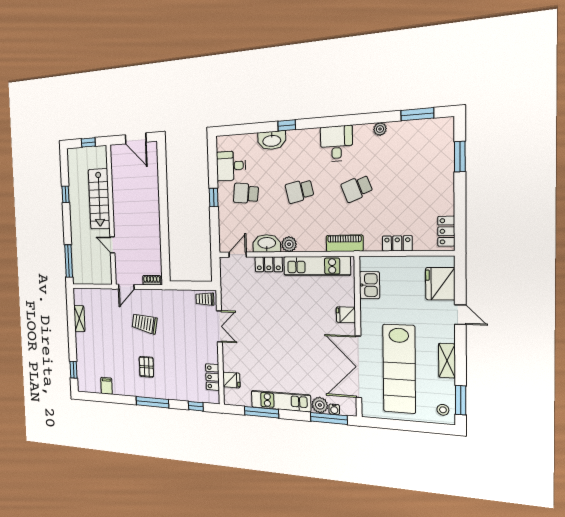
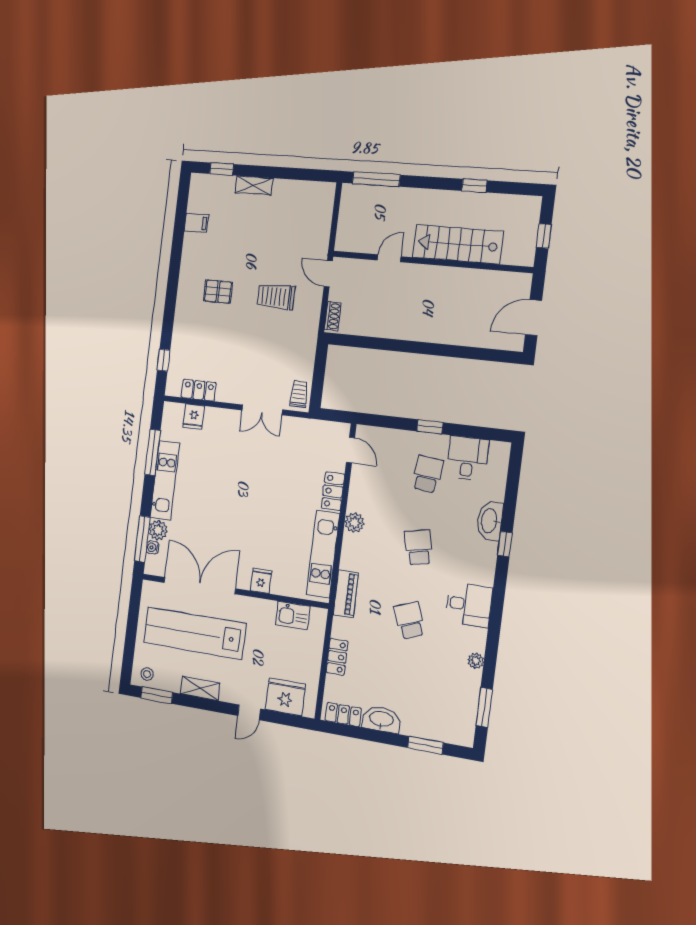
washbasin: (267, 243) -> (381, 719), moved, turned -90
shelving: (79, 319) -> (254, 185), moved
trolley: (145, 323) -> (276, 297), turned -101
window: (152, 402) -> (171, 294), removed

